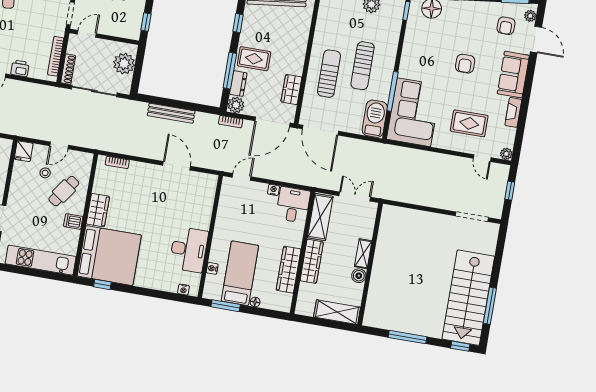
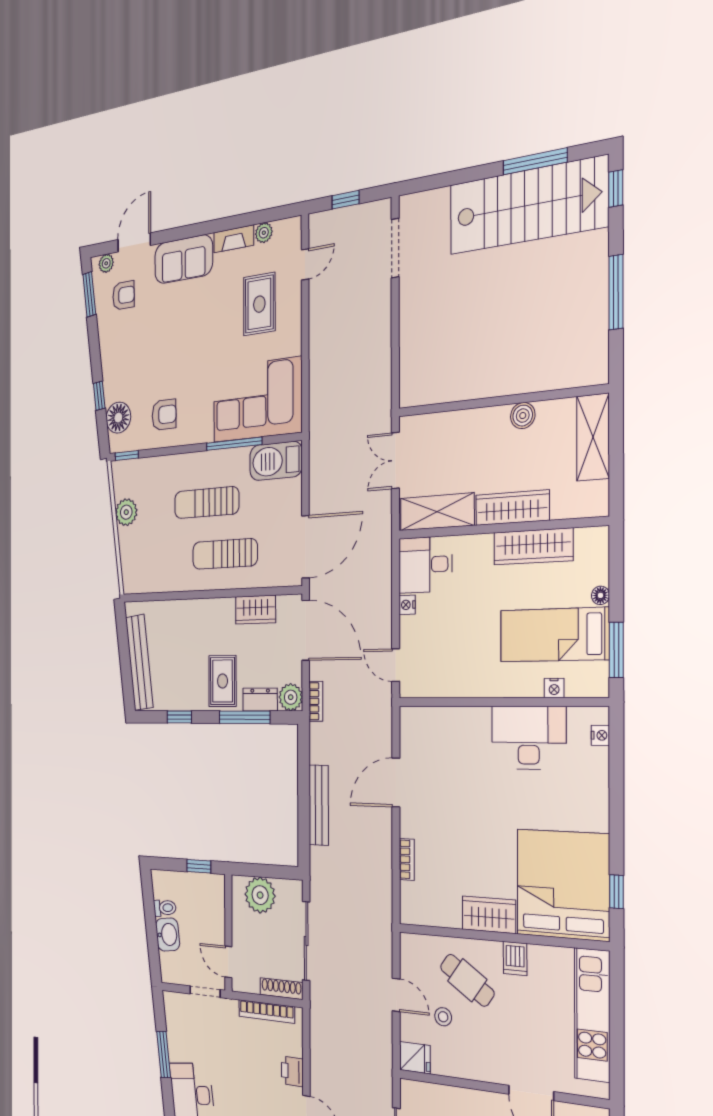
armchair: (465, 64) -> (164, 415), moved
sun lounger: (363, 66) -> (207, 503), turned 180
plant: (506, 154) -> (264, 233), moved
bookcase: (117, 162) -> (407, 859), moved
shelving: (363, 254) -> (485, 419), removed

